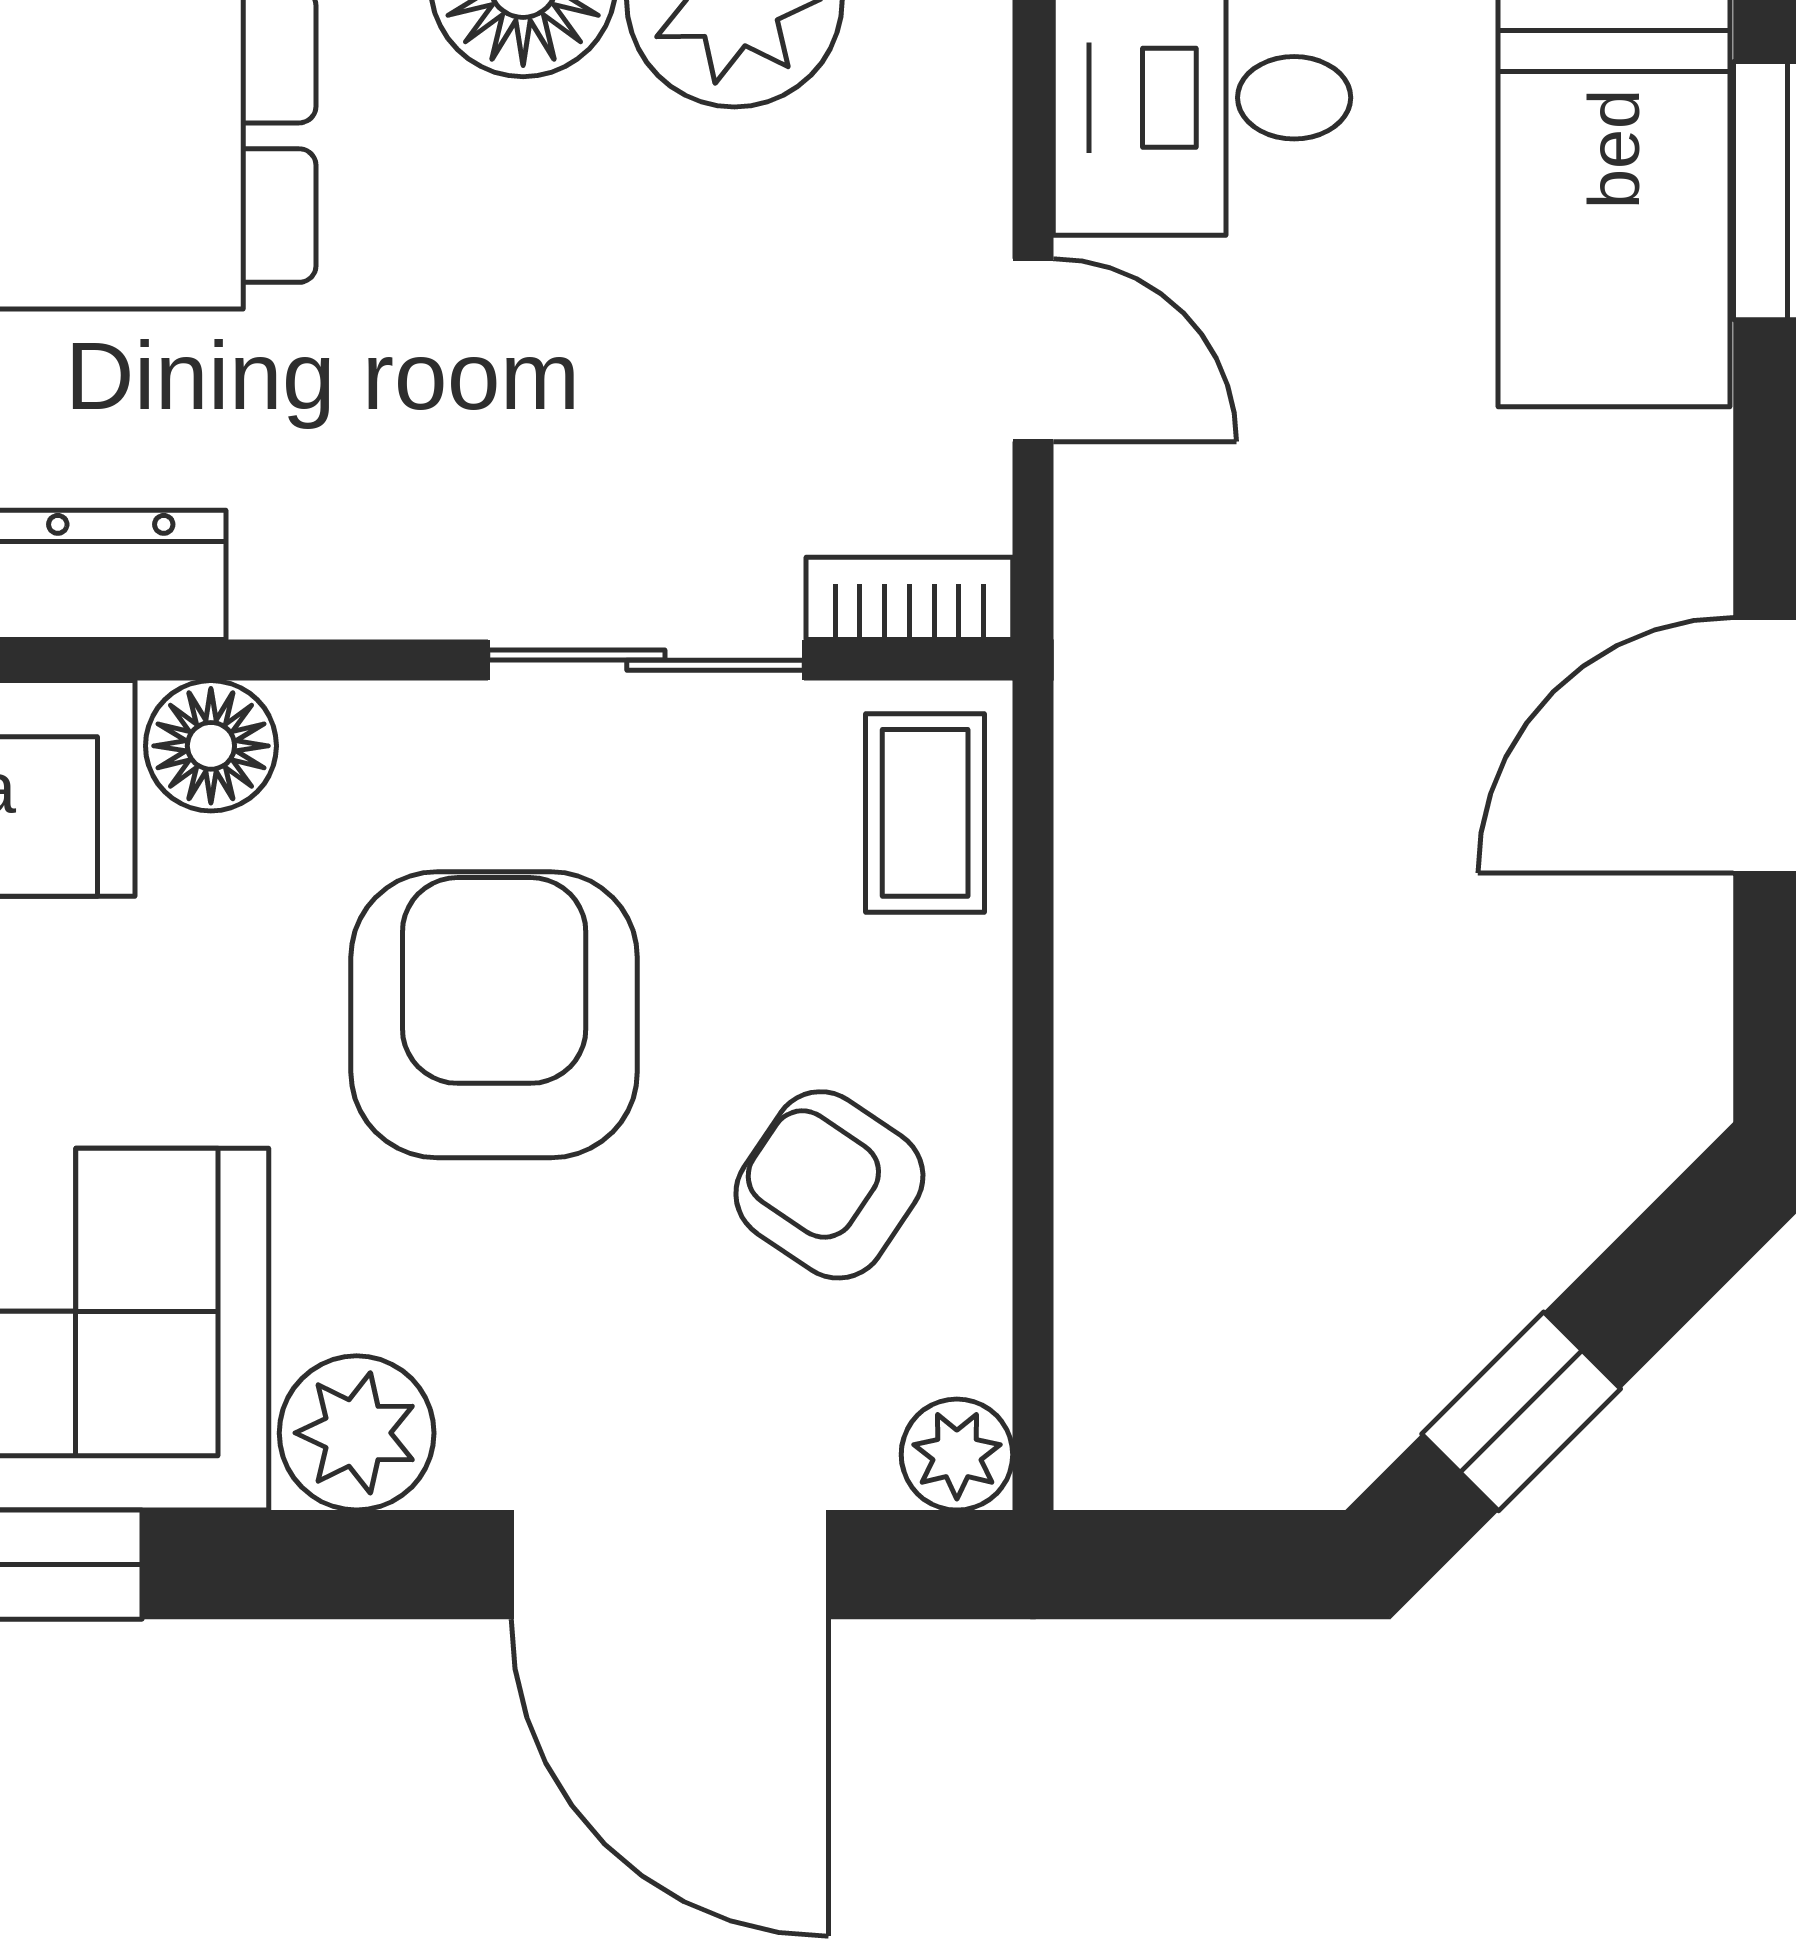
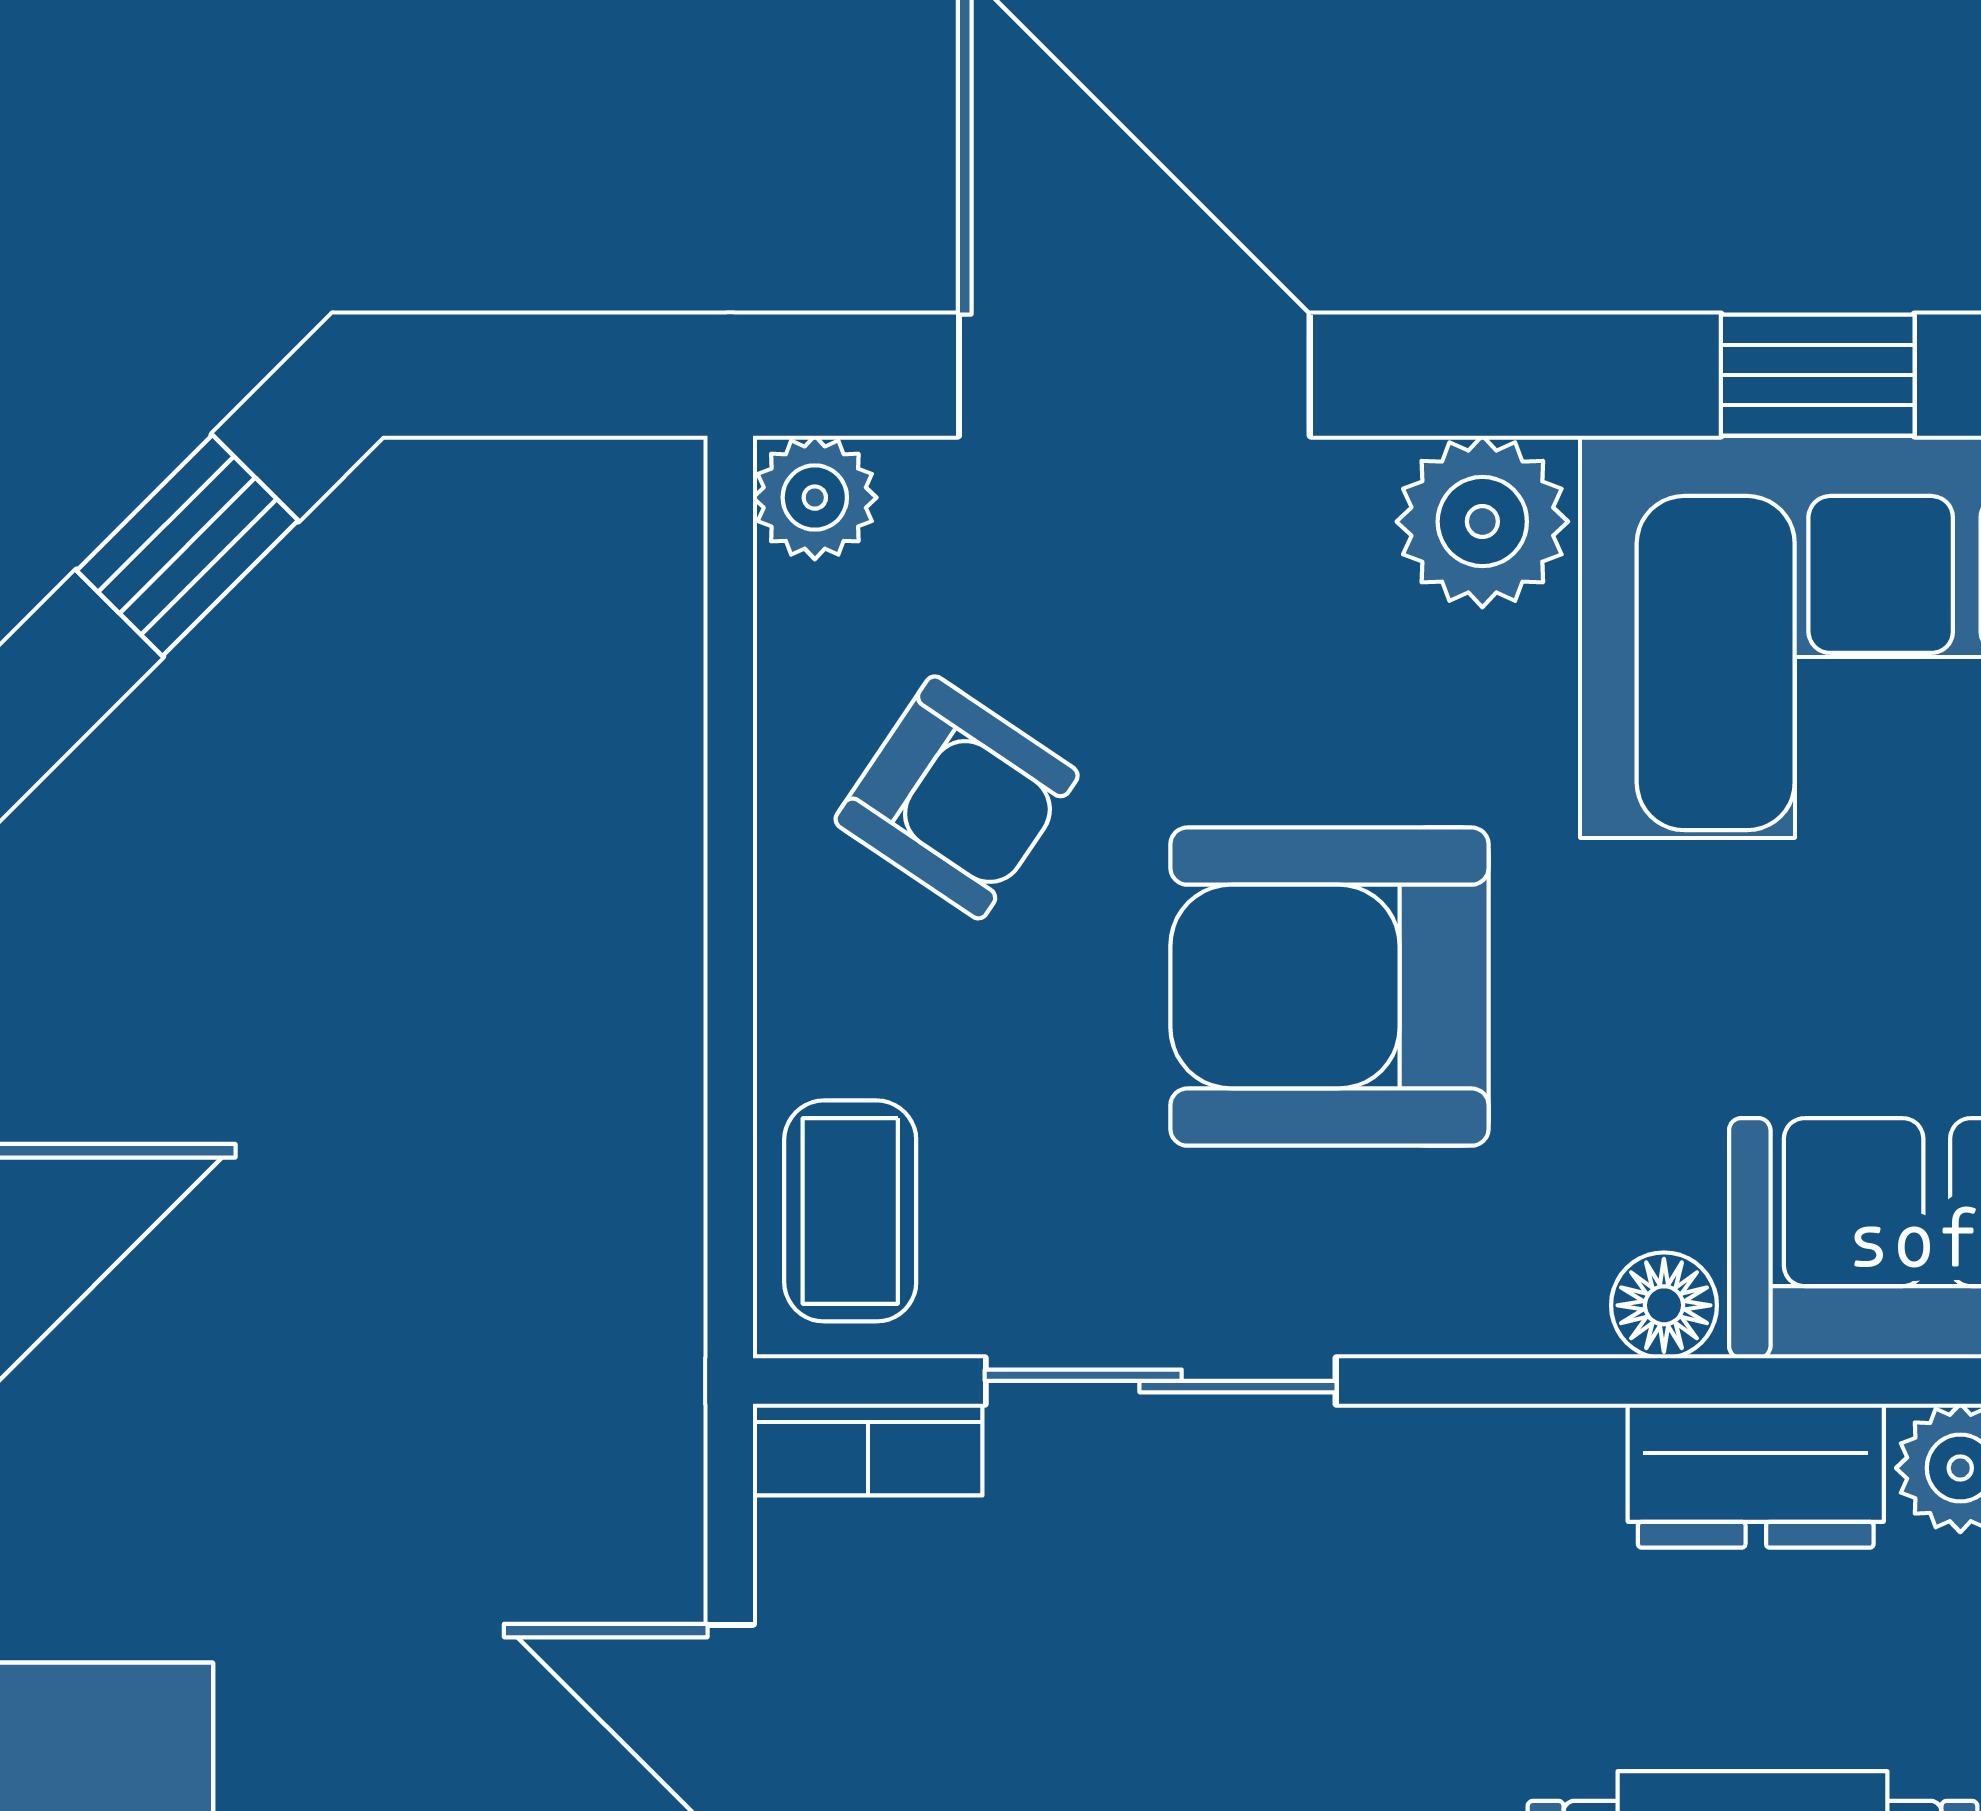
floor lamp: (211, 746) -> (1664, 1305), width x0.73, depth x0.73
armchair: (494, 1015) -> (1329, 987), turned 90

